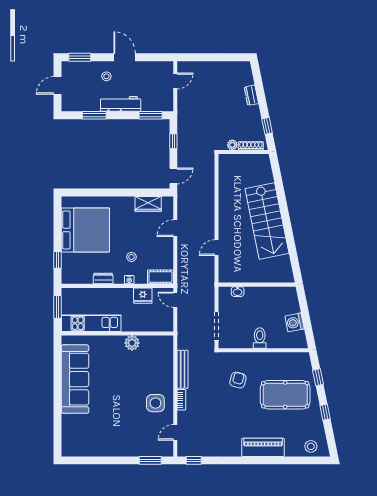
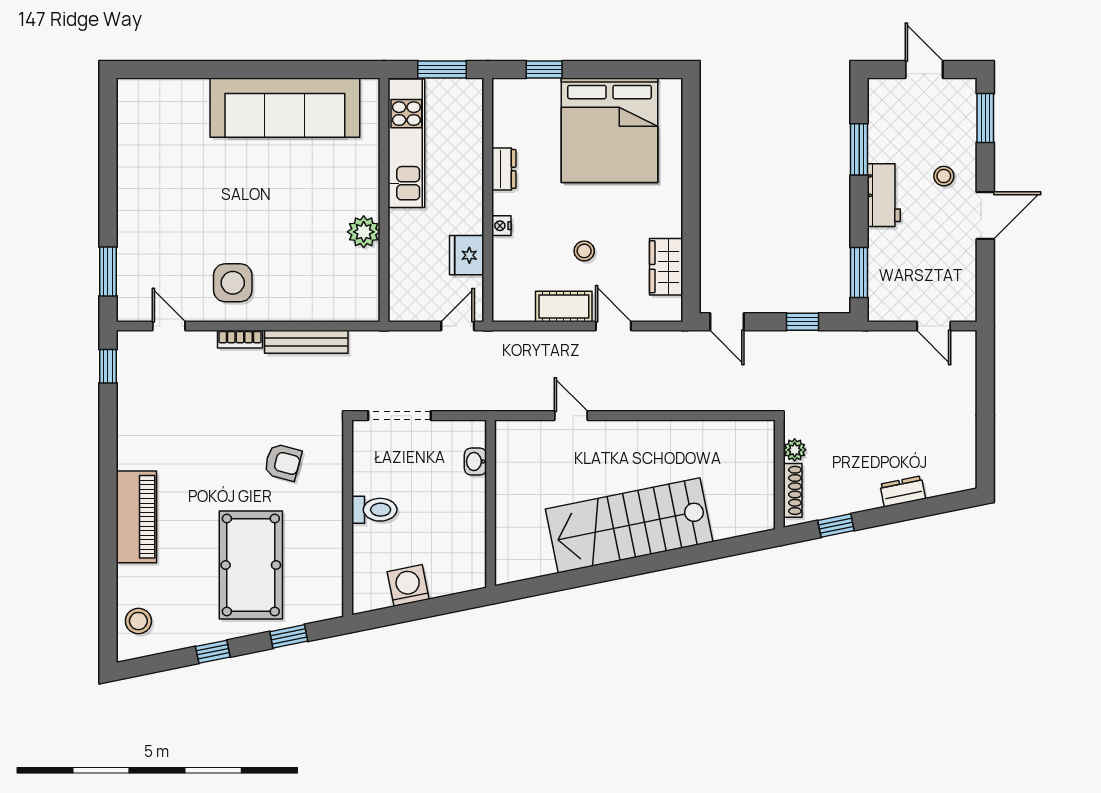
workbench: (121, 104) -> (884, 195), width x0.73
stool: (131, 257) -> (584, 251), moved
cot: (160, 277) -> (564, 306), moved, turned 90

